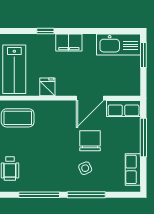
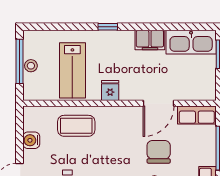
filing cabinet: (69, 43) -> (150, 40), moved

